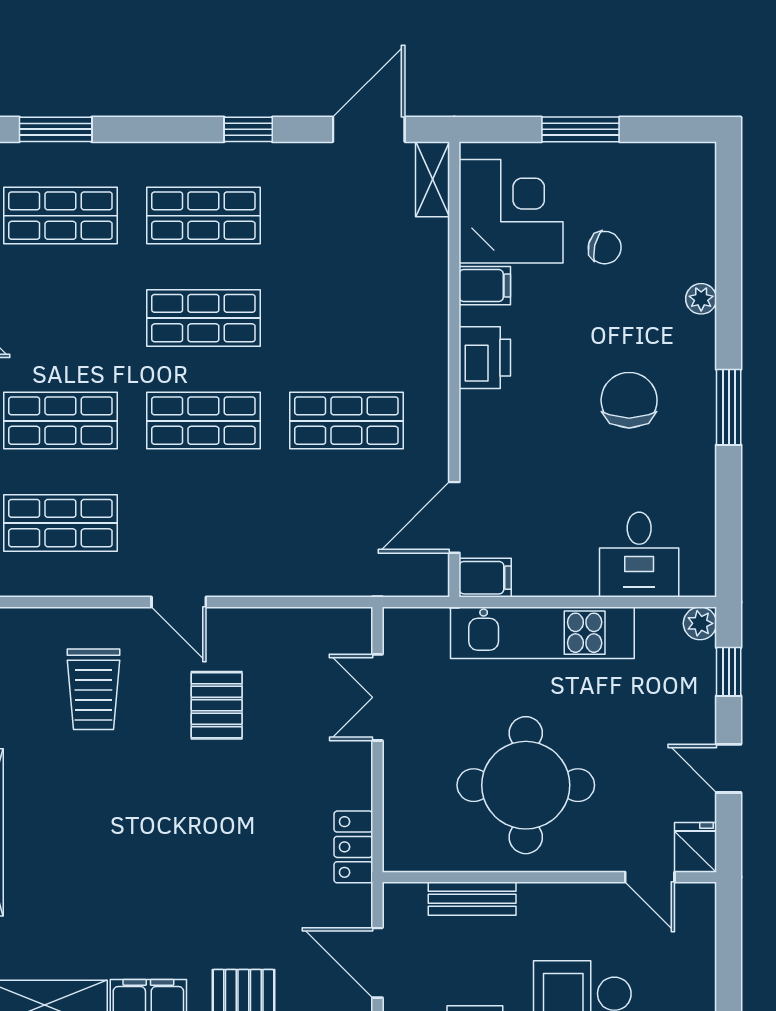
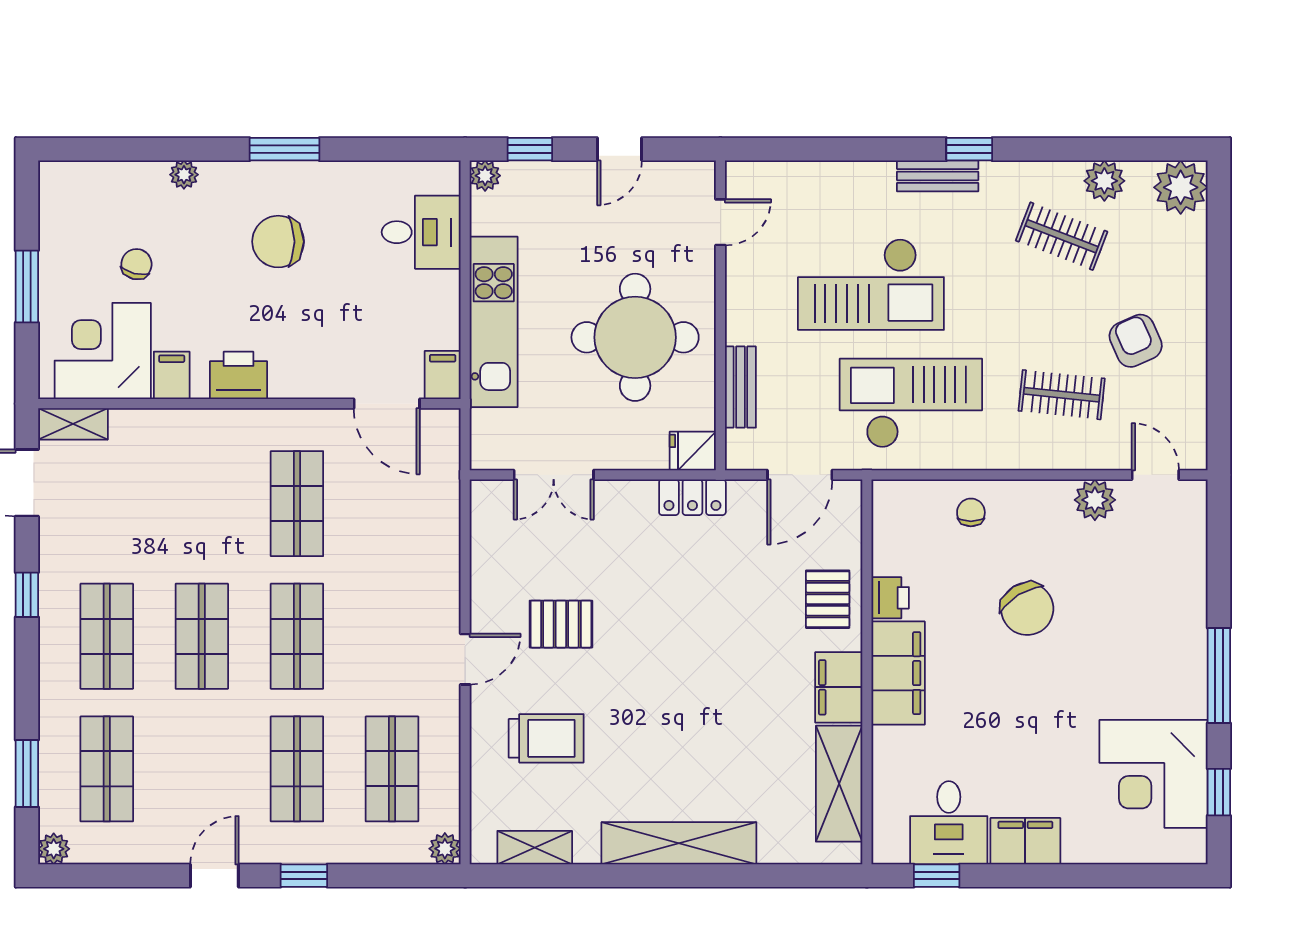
fridge: (696, 847) -> (693, 451), moved

